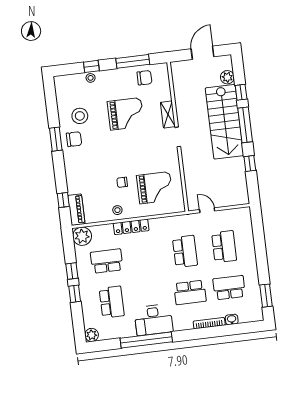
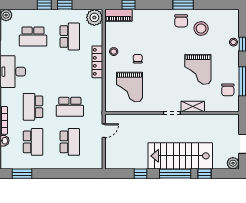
plant: (227, 77) -> (233, 163), moved
school desk: (224, 247) -> (70, 142), turned -90

